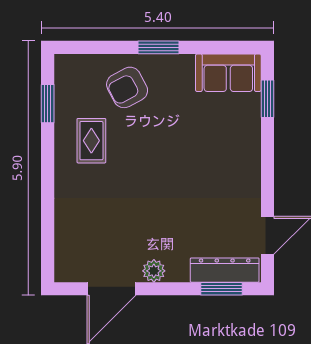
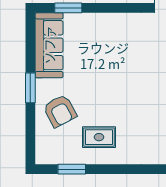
sofa: (228, 73) -> (49, 45), width x1.36

